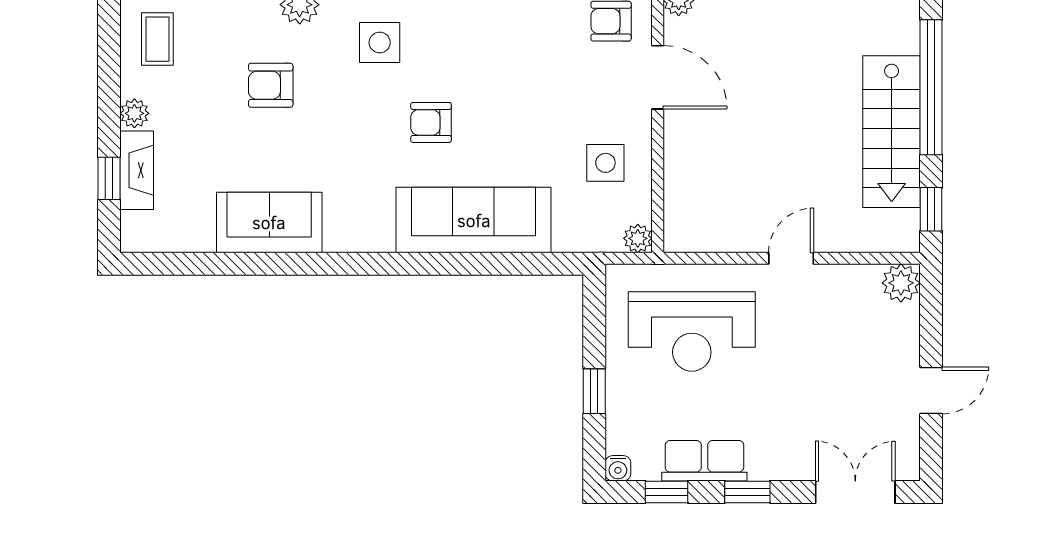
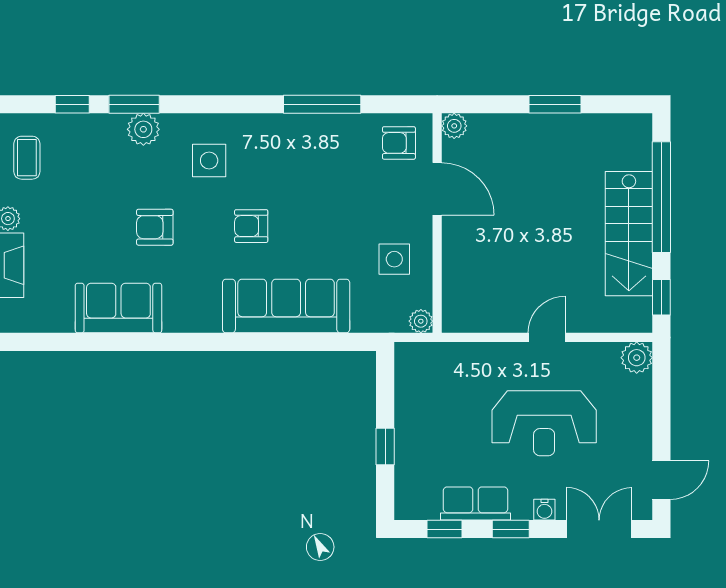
armchair: (271, 85) -> (155, 227), moved
reception desk: (692, 331) -> (544, 423), moved
door: (931, 390) -> (661, 480), moved
water cooler: (618, 468) -> (544, 510), moved

